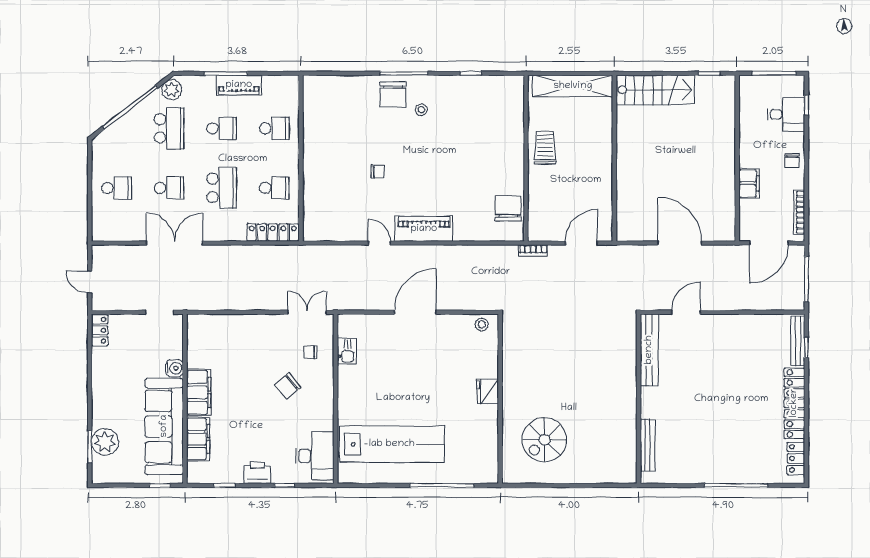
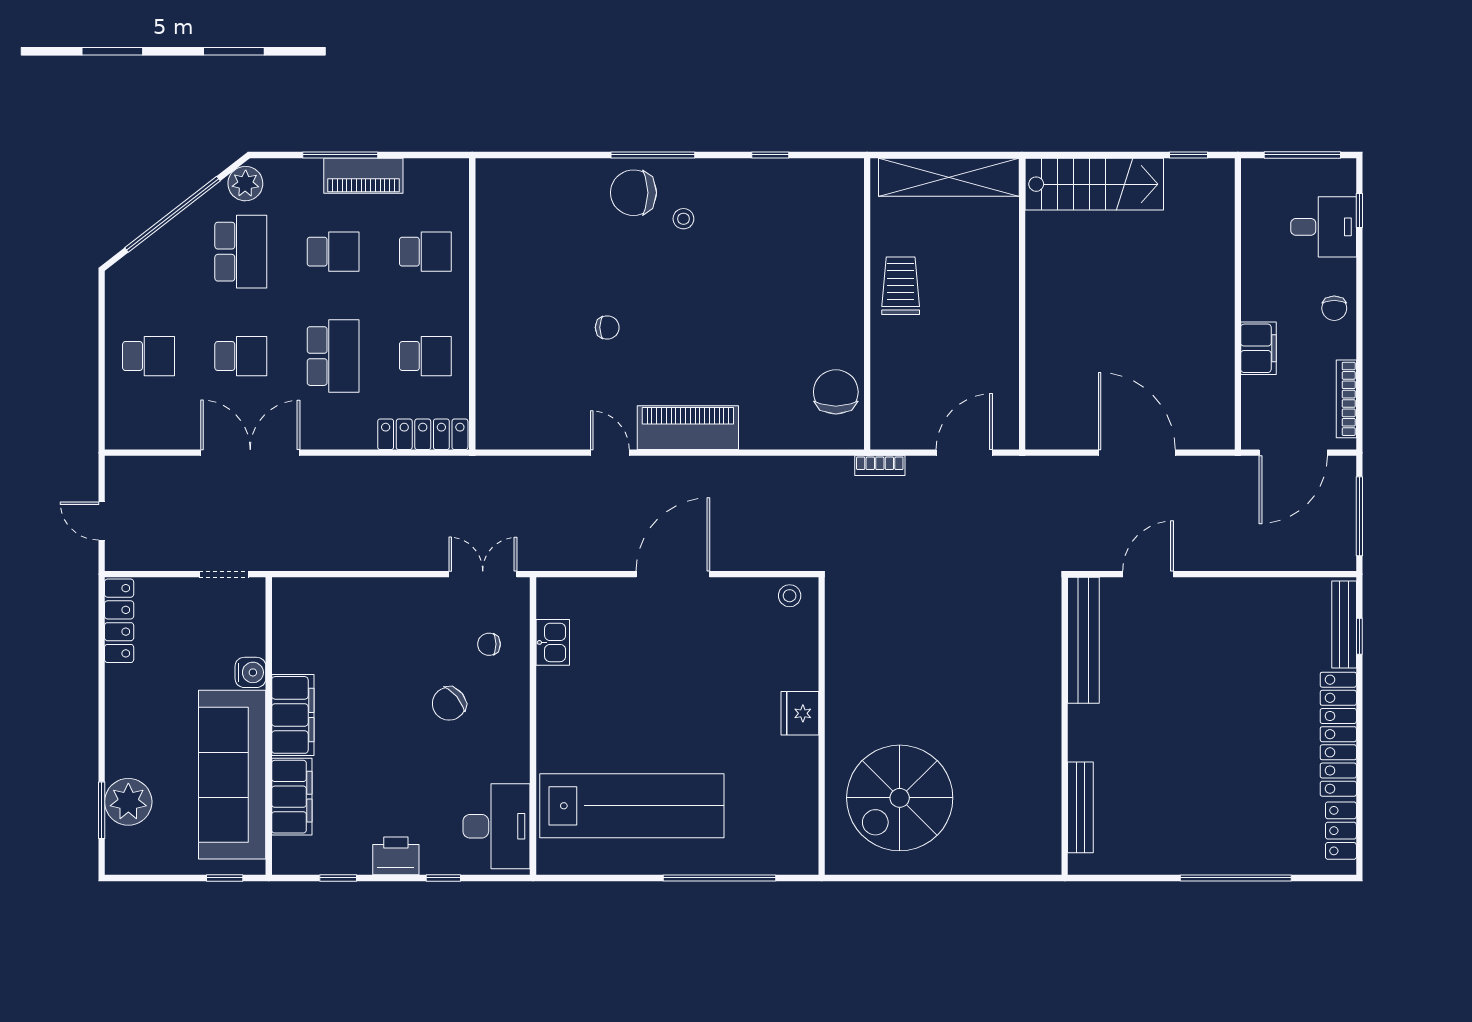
chair: (393, 95) -> (633, 193), turned 90
locker: (100, 330) -> (119, 621), width x1.53
spiral stairs: (545, 440) -> (900, 798), width x1.37, depth x1.37

